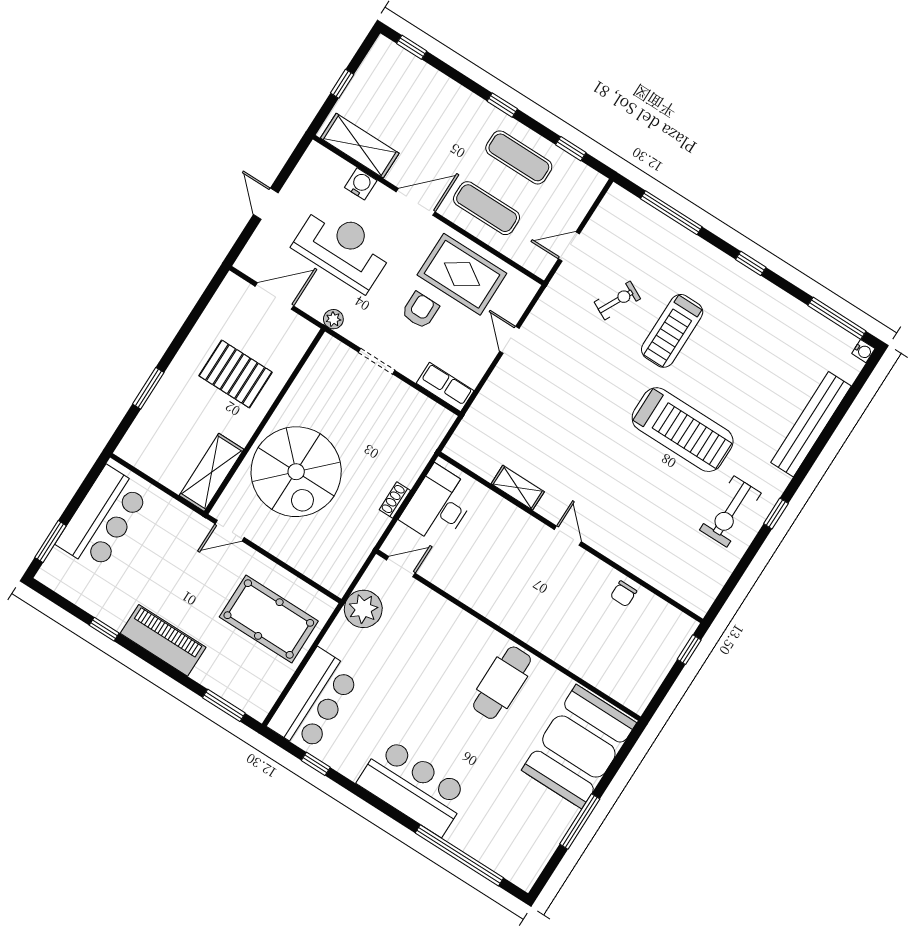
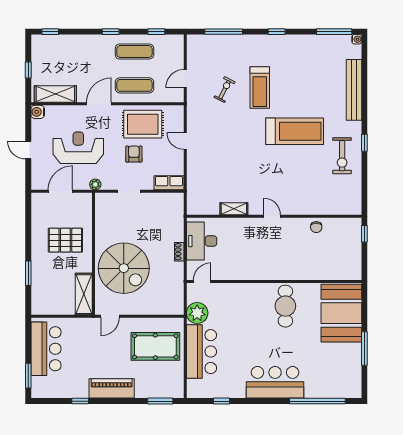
water cooler: (361, 184) -> (38, 112), moved, turned -90
bar counter: (314, 700) -> (201, 352), moved

